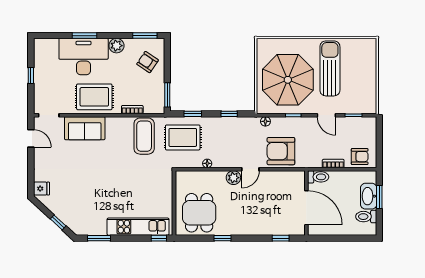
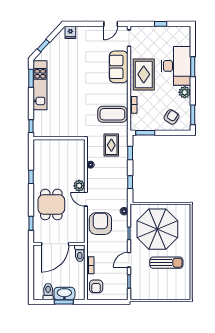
sun lounger: (330, 68) -> (166, 263), width x0.73, depth x0.75
rug: (183, 137) -> (111, 145), width x0.73, depth x0.70
dining table: (199, 213) -> (51, 204), moved, turned 90
kitchen unit: (138, 227) -> (40, 85), moved

